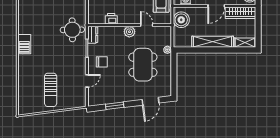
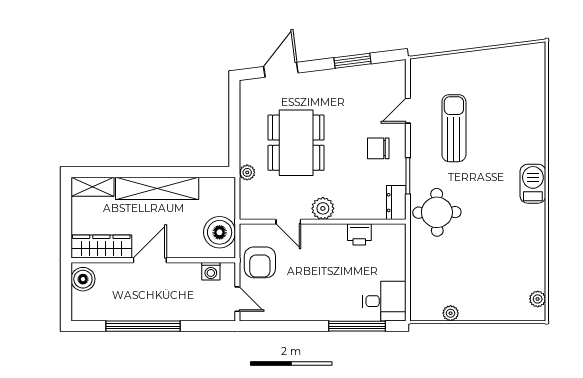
sun lounger: (51, 90) -> (454, 128), moved

